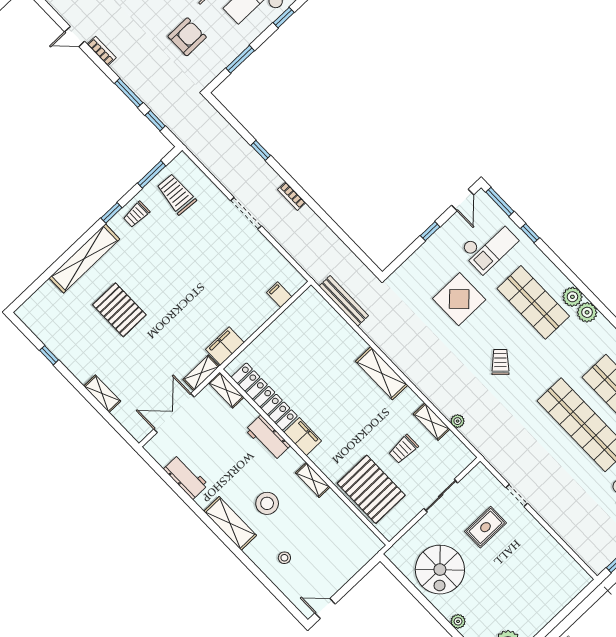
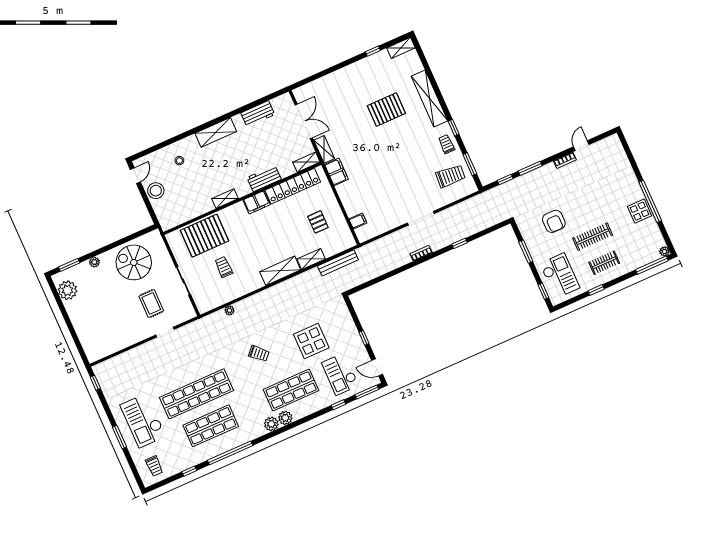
pallet: (300, 347) -> (318, 222), added
shelving: (102, 394) -> (401, 48), moved
shelving: (432, 422) -> (311, 259), moved
stool: (267, 503) -> (156, 191), moved

